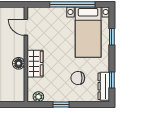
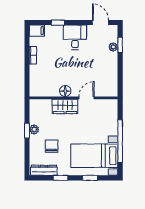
door: (26, 27) -> (87, 98), moved
window: (112, 80) -> (61, 178), moved
plant: (38, 97) -> (34, 129), moved

